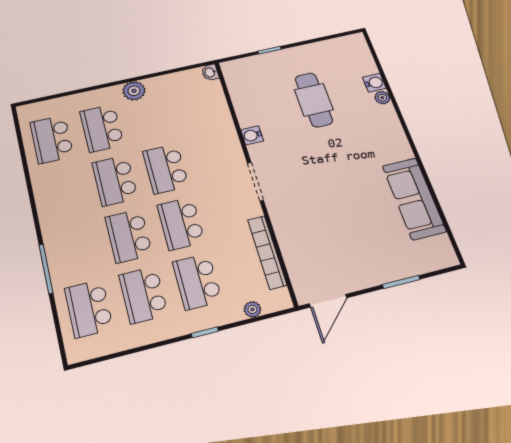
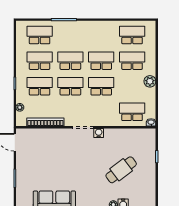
cafe table: (314, 100) -> (121, 170), turned -37
school desk: (200, 106) -> (132, 112), added
water cooler: (252, 135) -> (99, 133), moved

